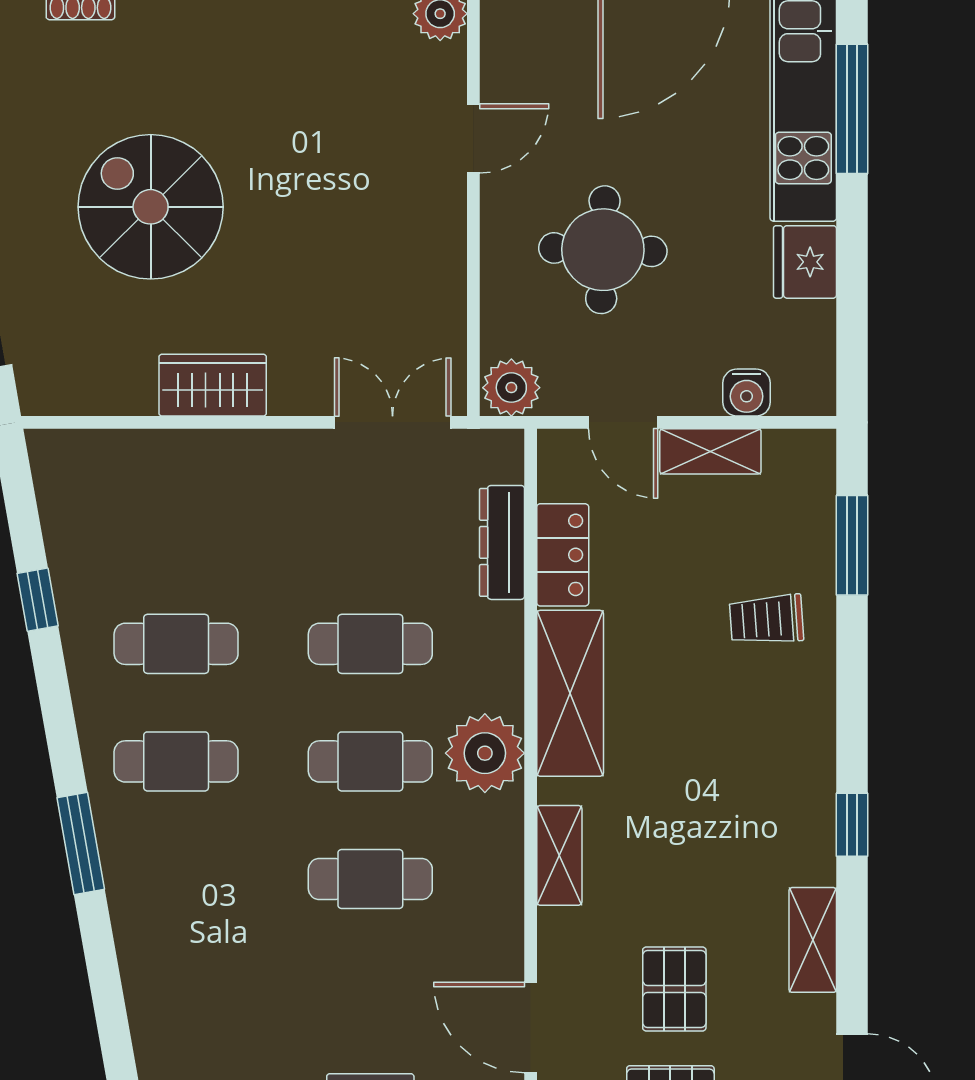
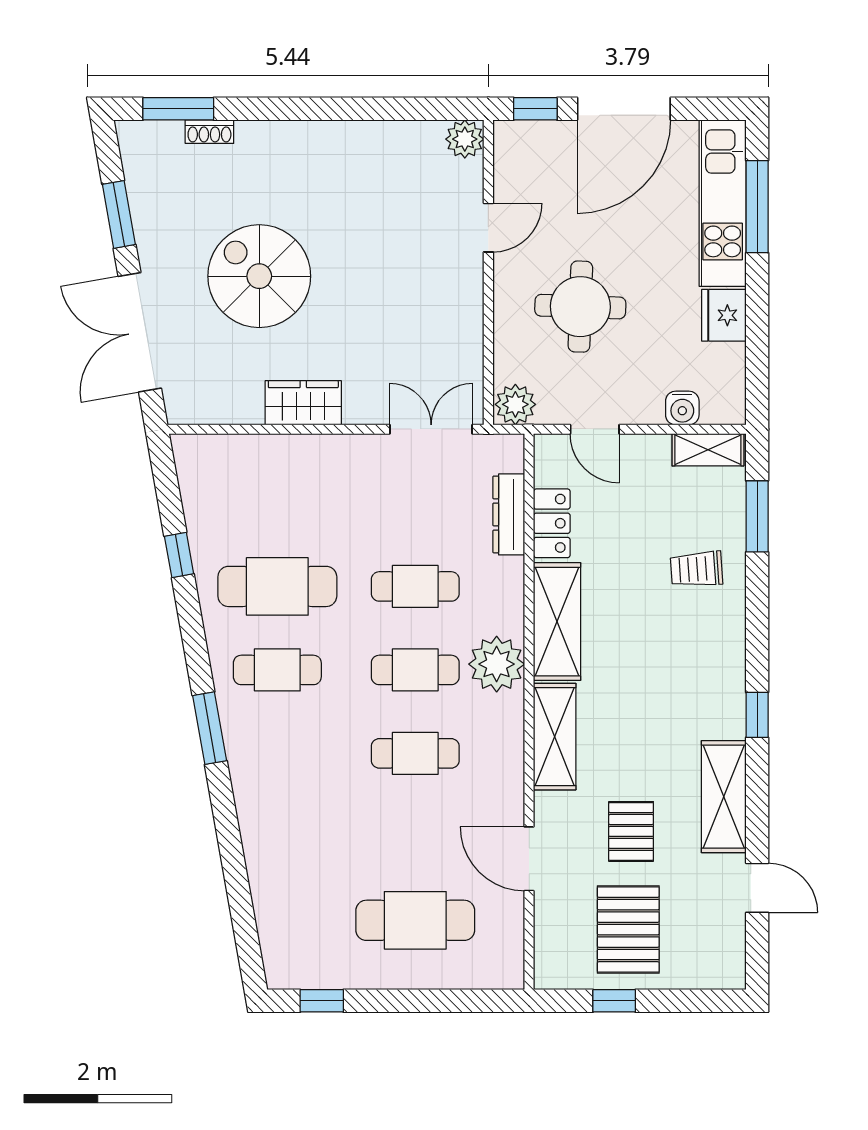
shelving: (710, 451) -> (708, 450), moved
cafe table: (176, 644) -> (277, 586), width x1.37, depth x1.35
shelving: (559, 855) -> (555, 737), width x1.50, depth x1.33
shelving: (813, 940) -> (724, 797), width x1.50, depth x1.33

